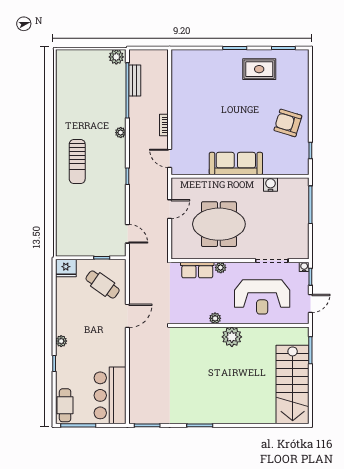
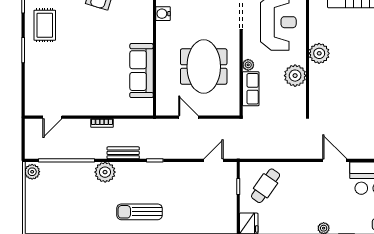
bench: (135, 81) -> (123, 153), moved
plant: (121, 133) -> (105, 172), width x1.88, depth x1.88
door: (170, 158) -> (52, 117), moved
sun lounger: (77, 162) -> (139, 212), turned 180
sofa: (236, 163) -> (142, 71), moved
door: (127, 316) -> (335, 160), moved
plant: (215, 318) -> (295, 76), width x1.87, depth x1.87

